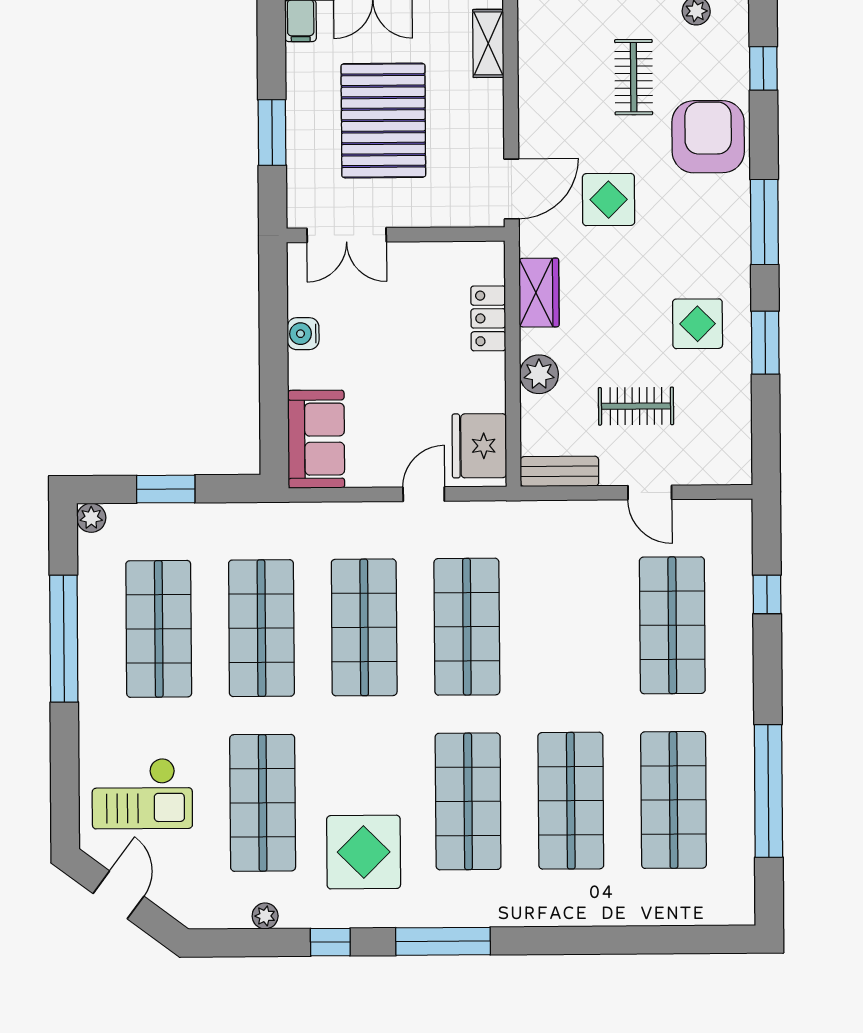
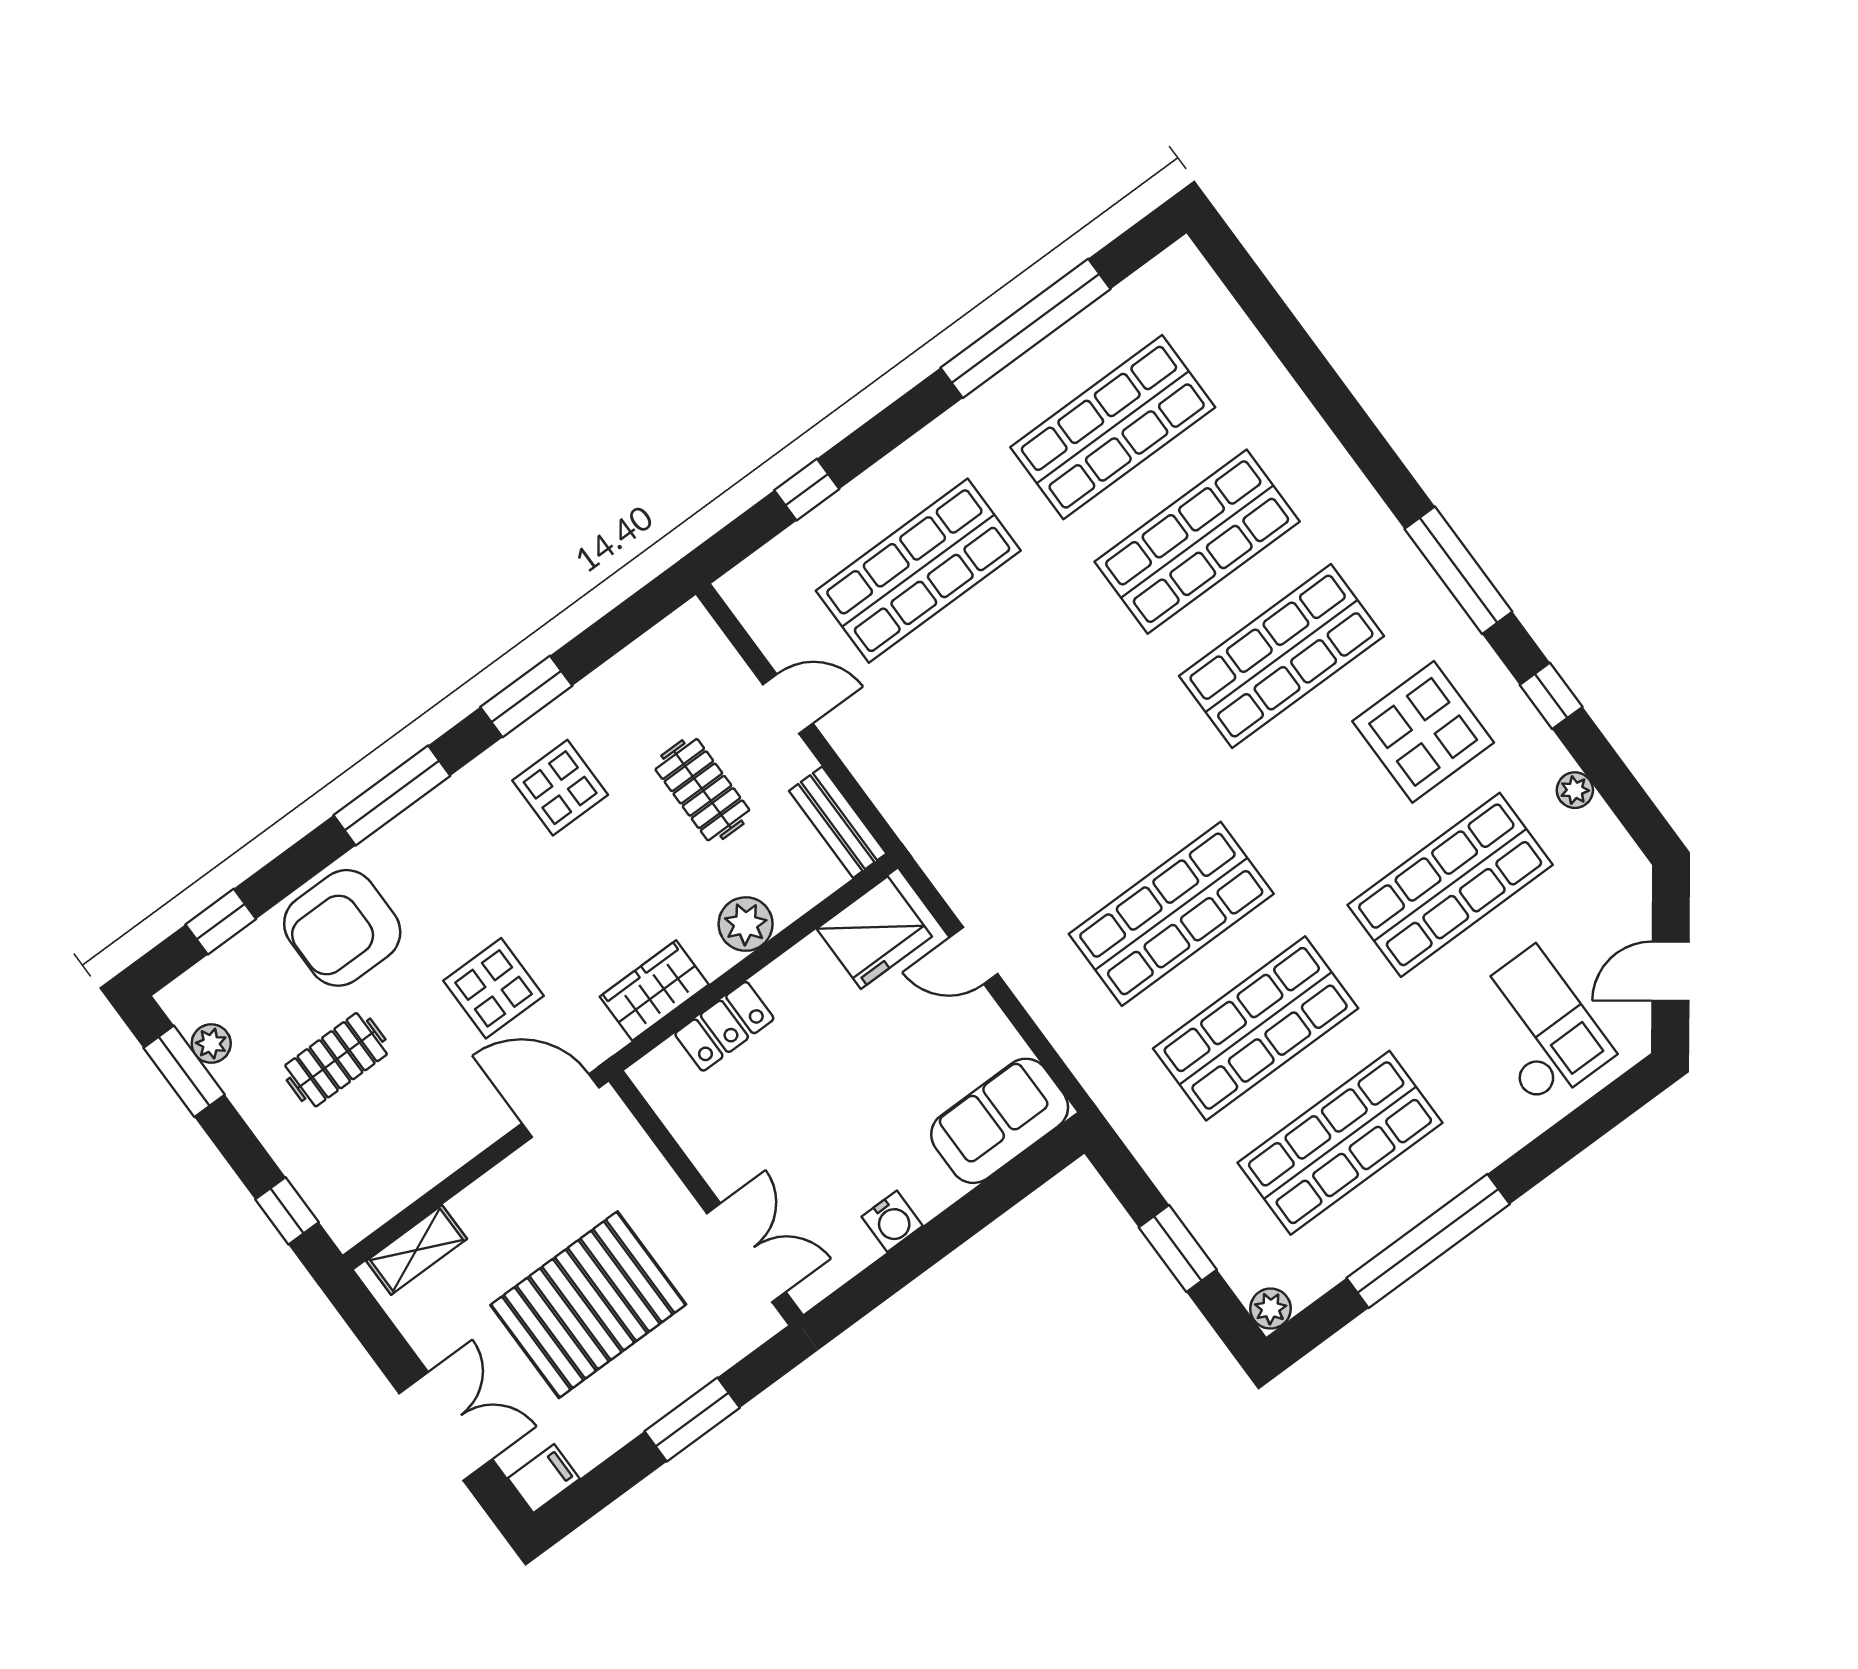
door: (650, 493) -> (788, 704), hinge flipped
shop shelf: (467, 627) -> (1087, 799), removed

